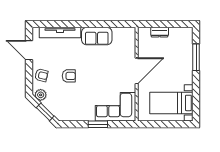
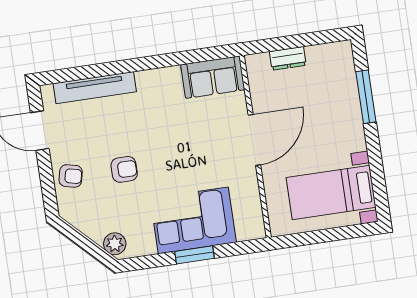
sofa: (97, 36) -> (213, 77), moved
plant: (41, 95) -> (115, 244), moved
corner sofa: (115, 107) -> (193, 220), moved
window: (45, 112) -> (89, 246), removed

